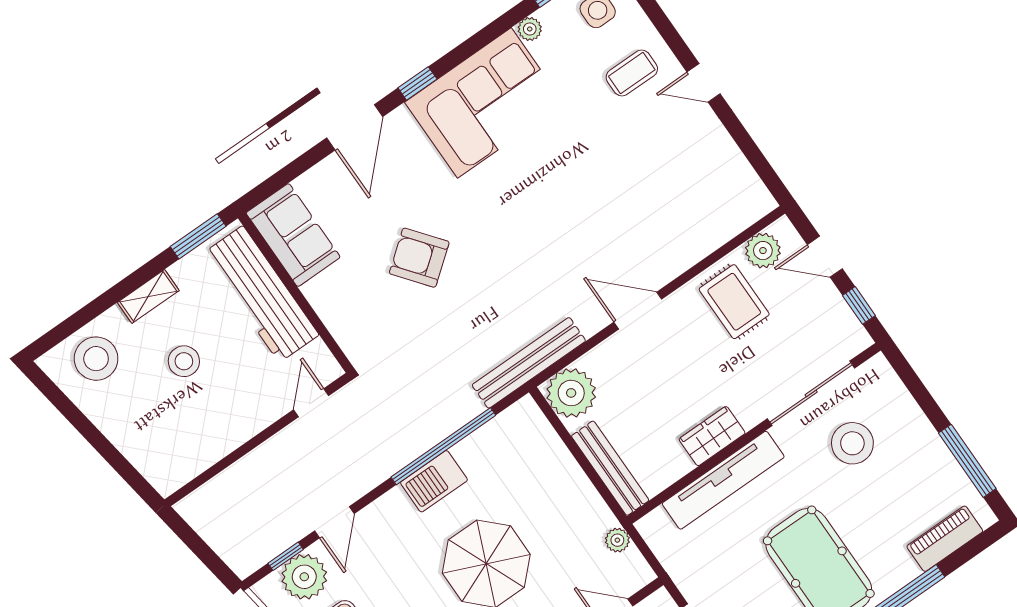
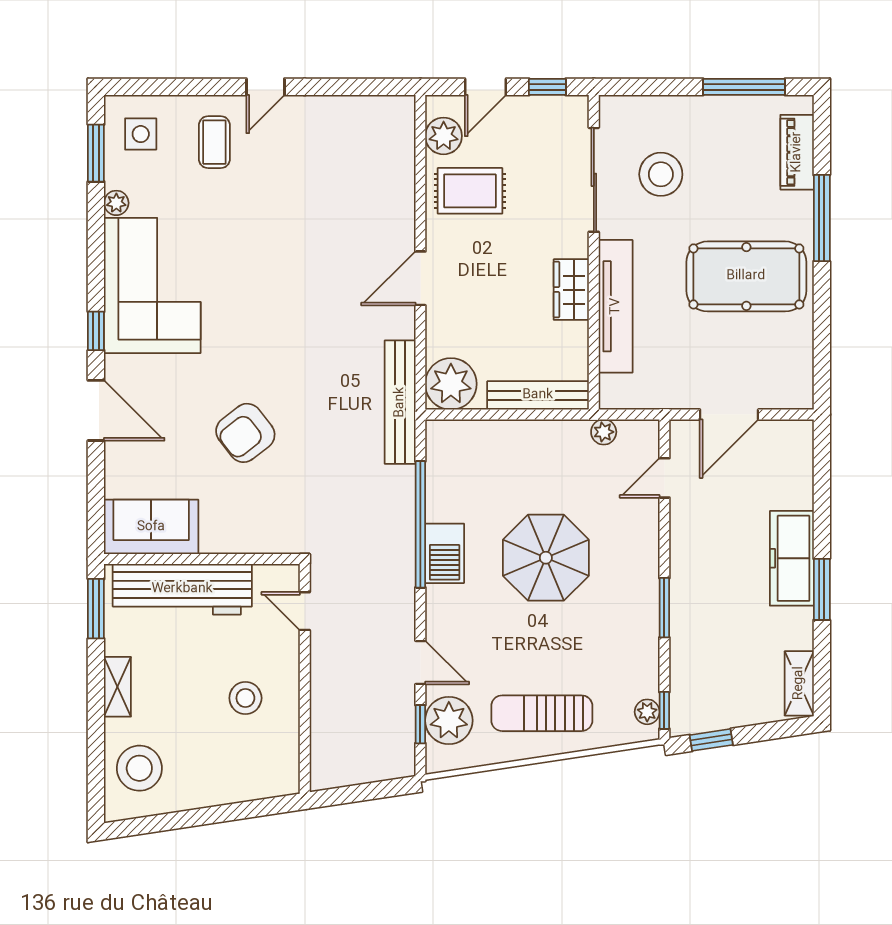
stool: (184, 361) -> (245, 698), moved

